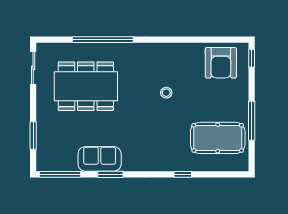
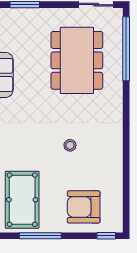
window: (103, 40) -> (126, 49), moved
armchair: (221, 63) -> (84, 207), moved

